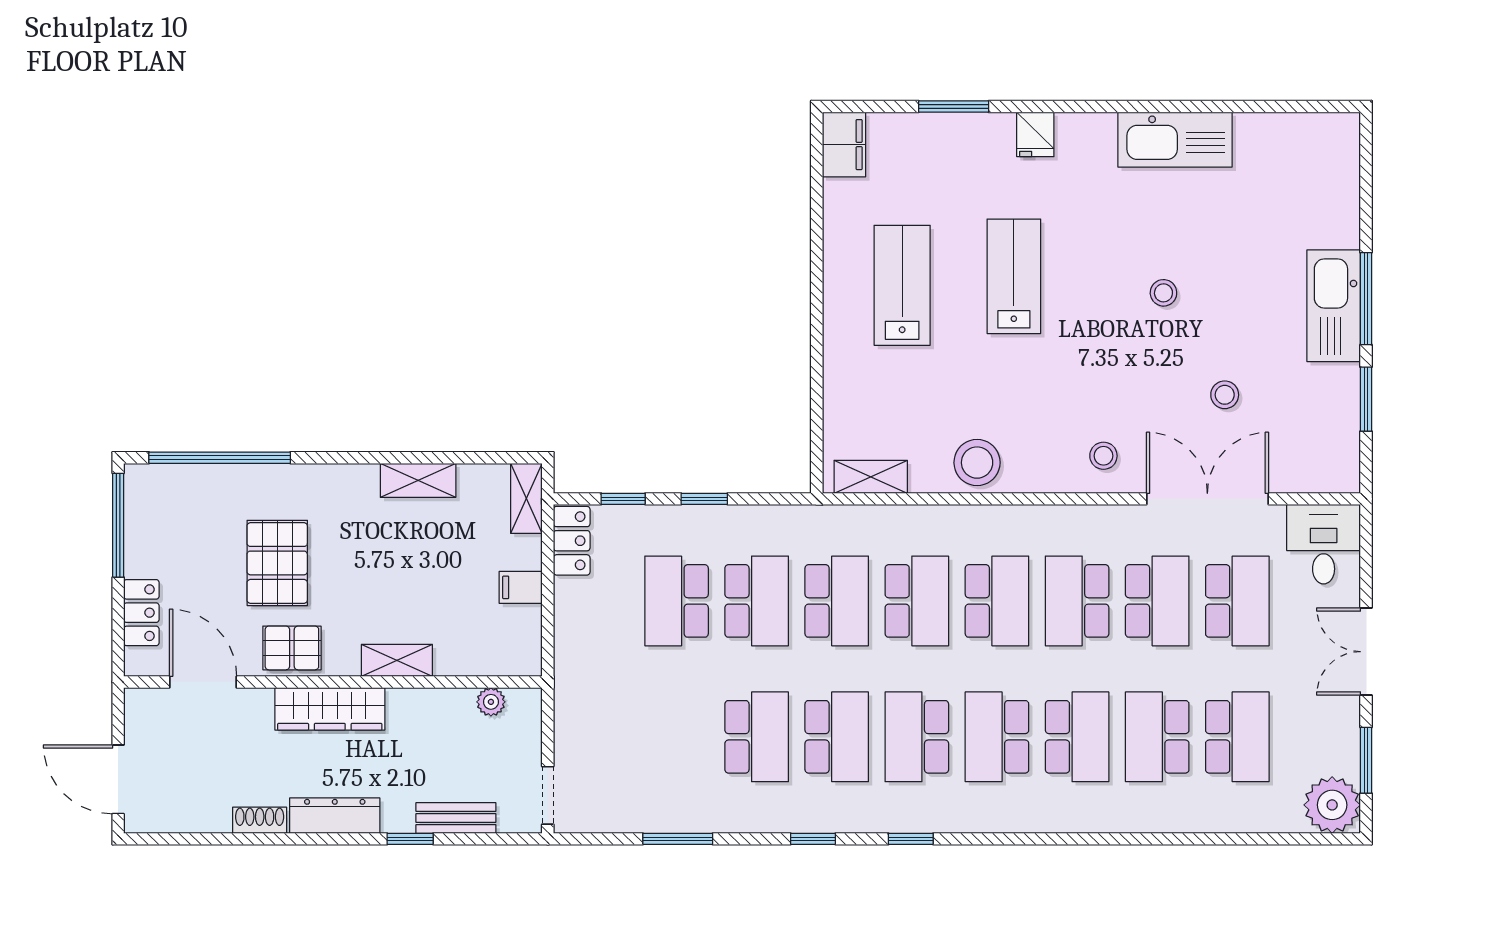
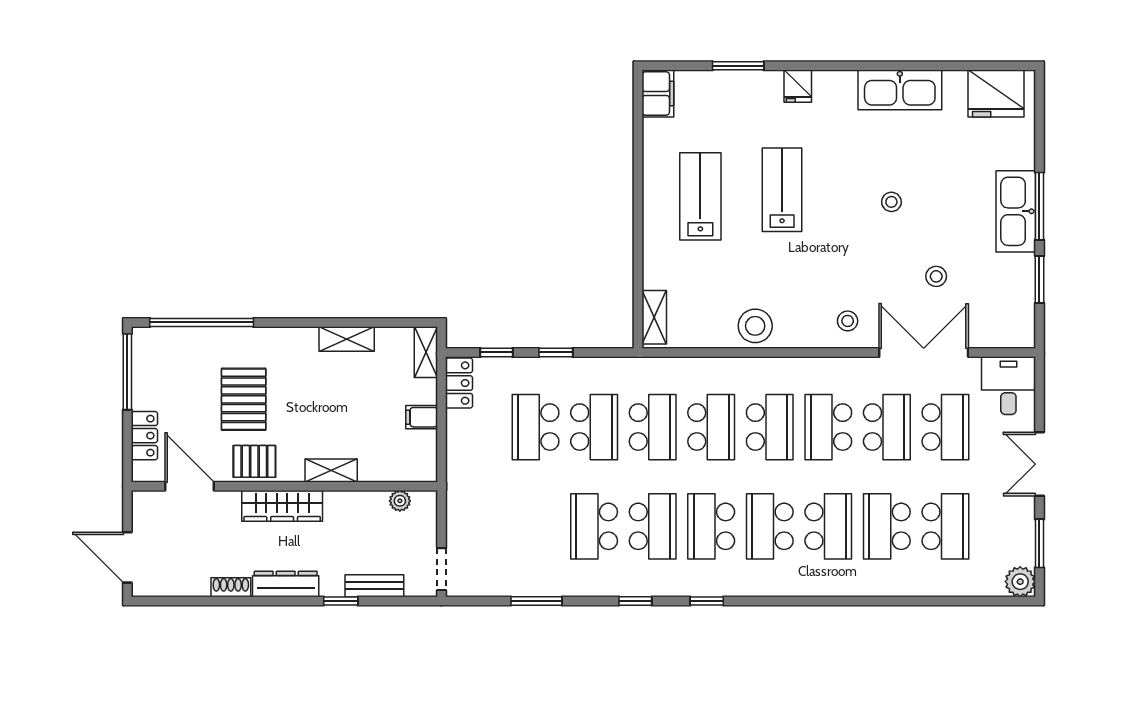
fridge: (1307, 144) -> (996, 93), added
shelving: (871, 477) -> (654, 317), moved, turned 90
school desk: (757, 737) -> (594, 526), turned 180
plant: (1332, 805) -> (1020, 582), width x0.73, depth x0.73

